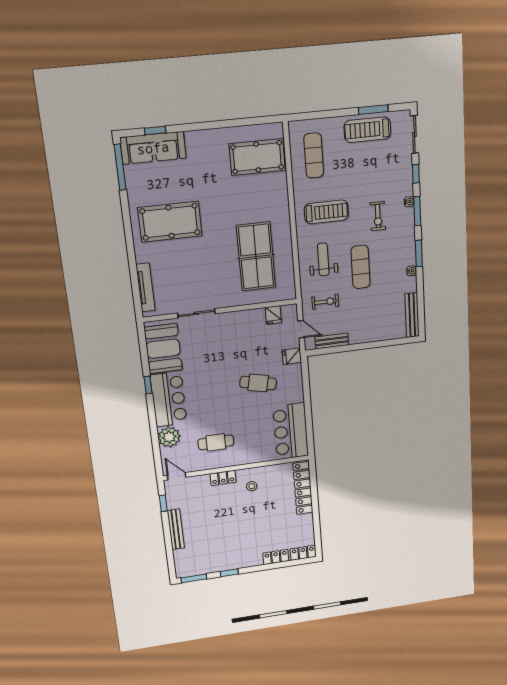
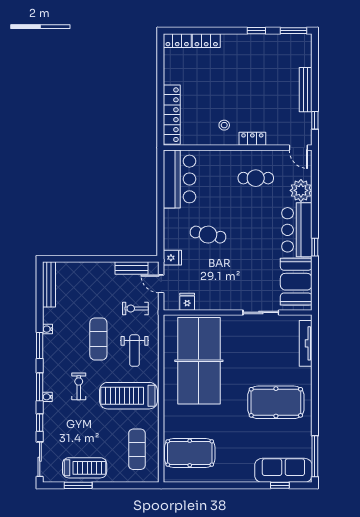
treadmill: (326, 212) -> (128, 396), width x1.37, depth x1.38
table tennis table: (256, 256) -> (199, 361), width x1.36, depth x1.32

